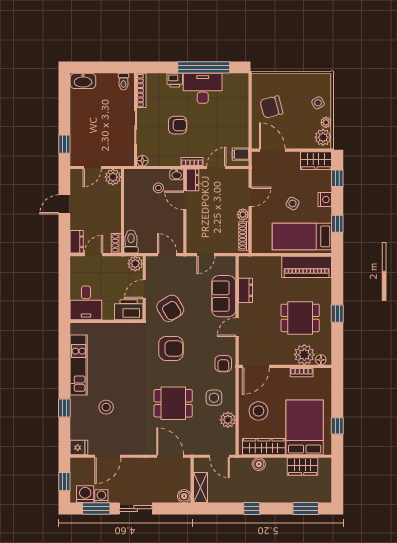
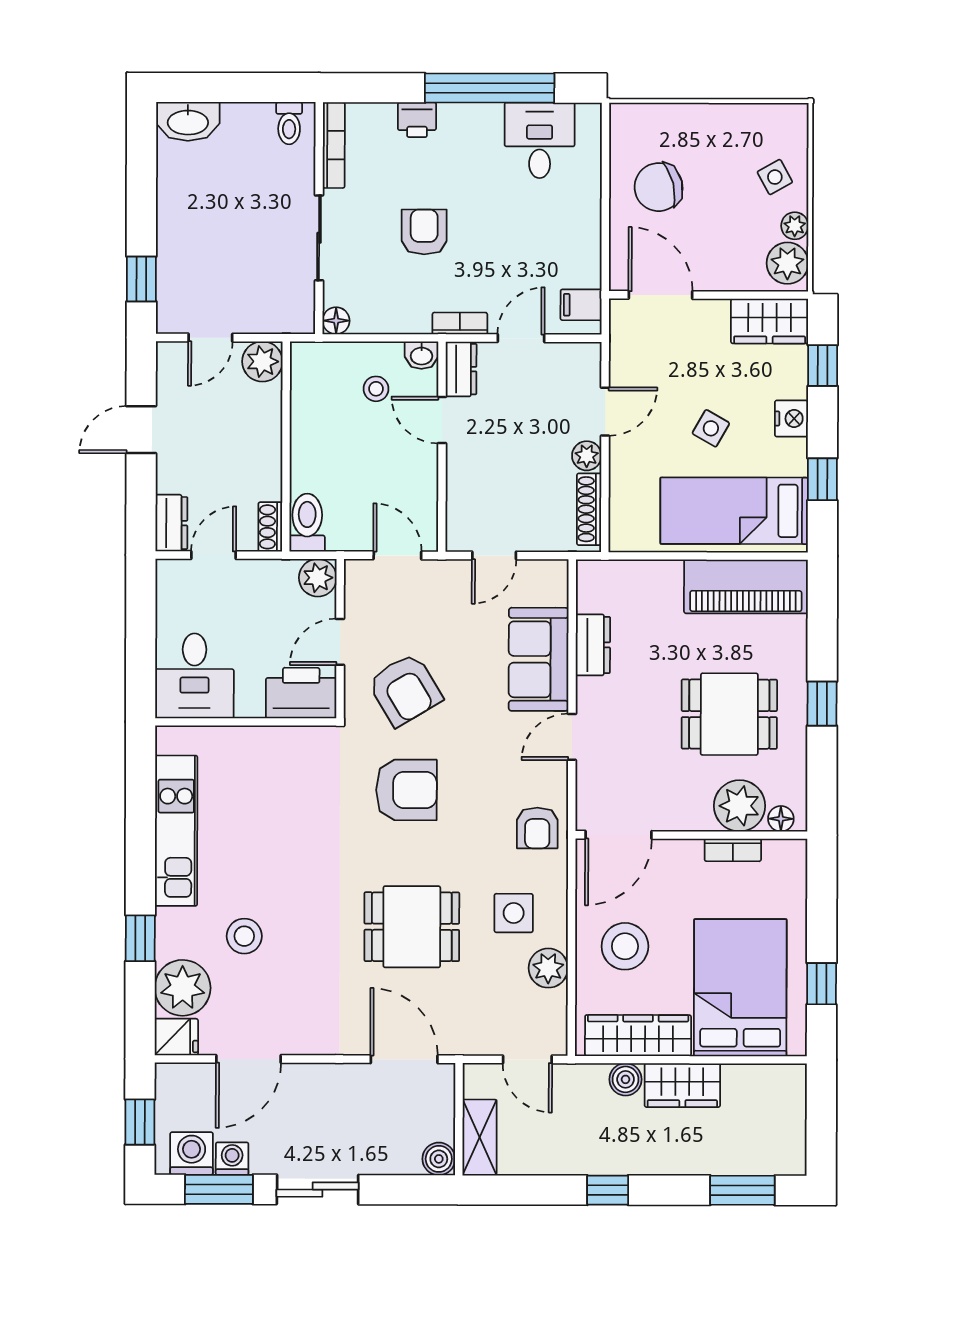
desk: (203, 88) -> (540, 140), moved, width x0.73
armchair: (178, 125) -> (424, 232), turned -90
plant: (81, 428) -> (183, 988), added
wardrobe: (303, 467) -> (682, 1085), moved

